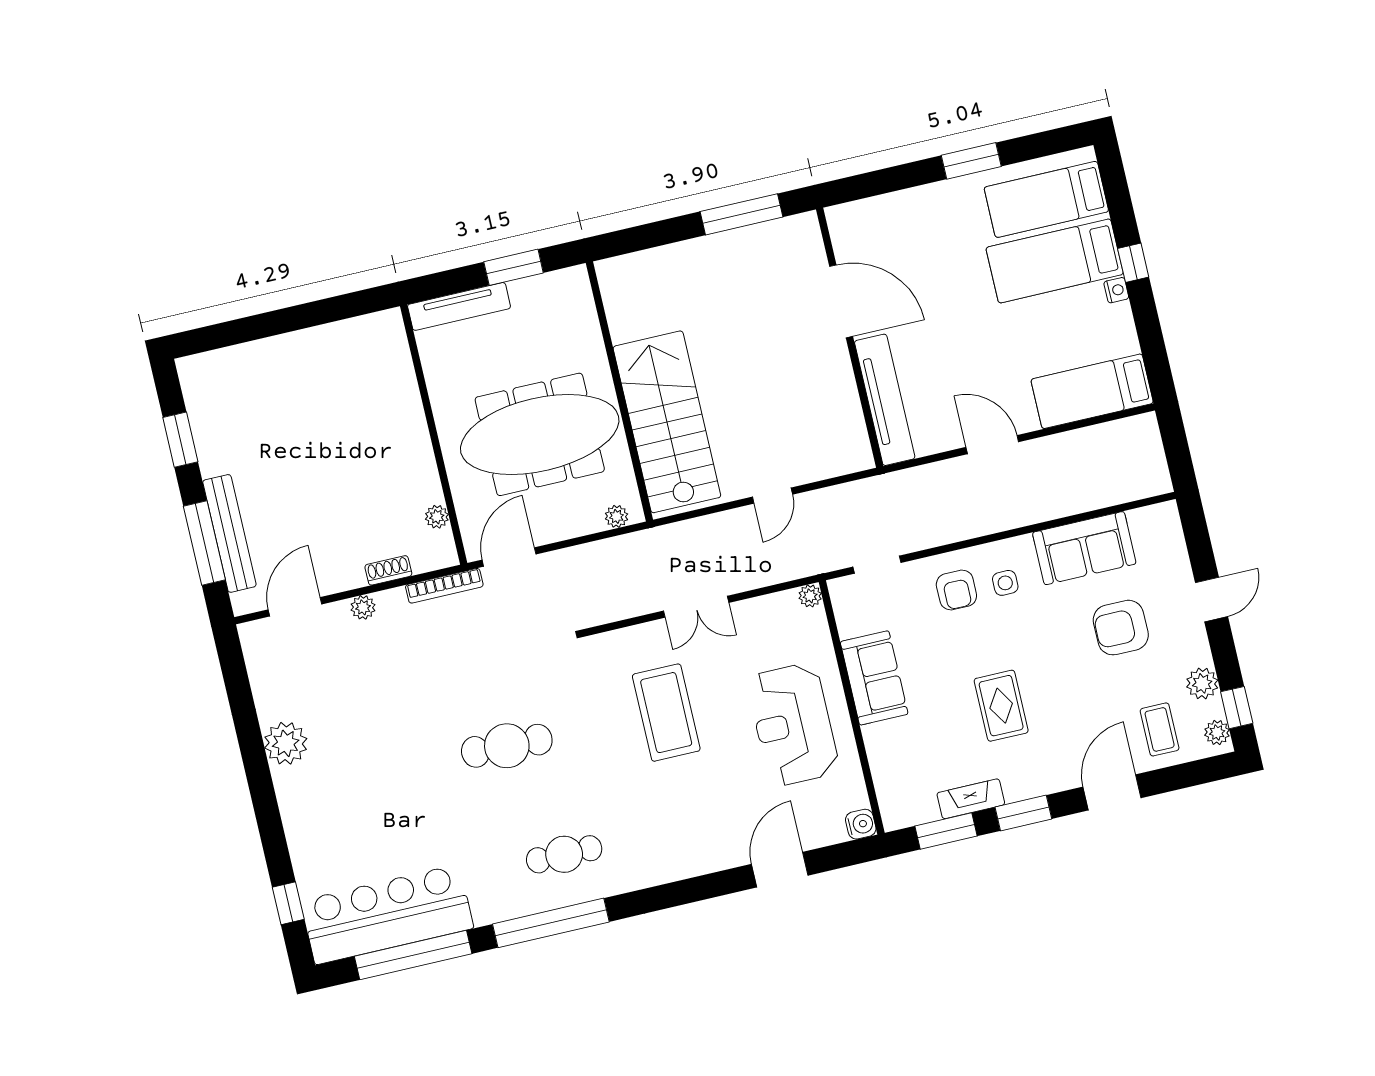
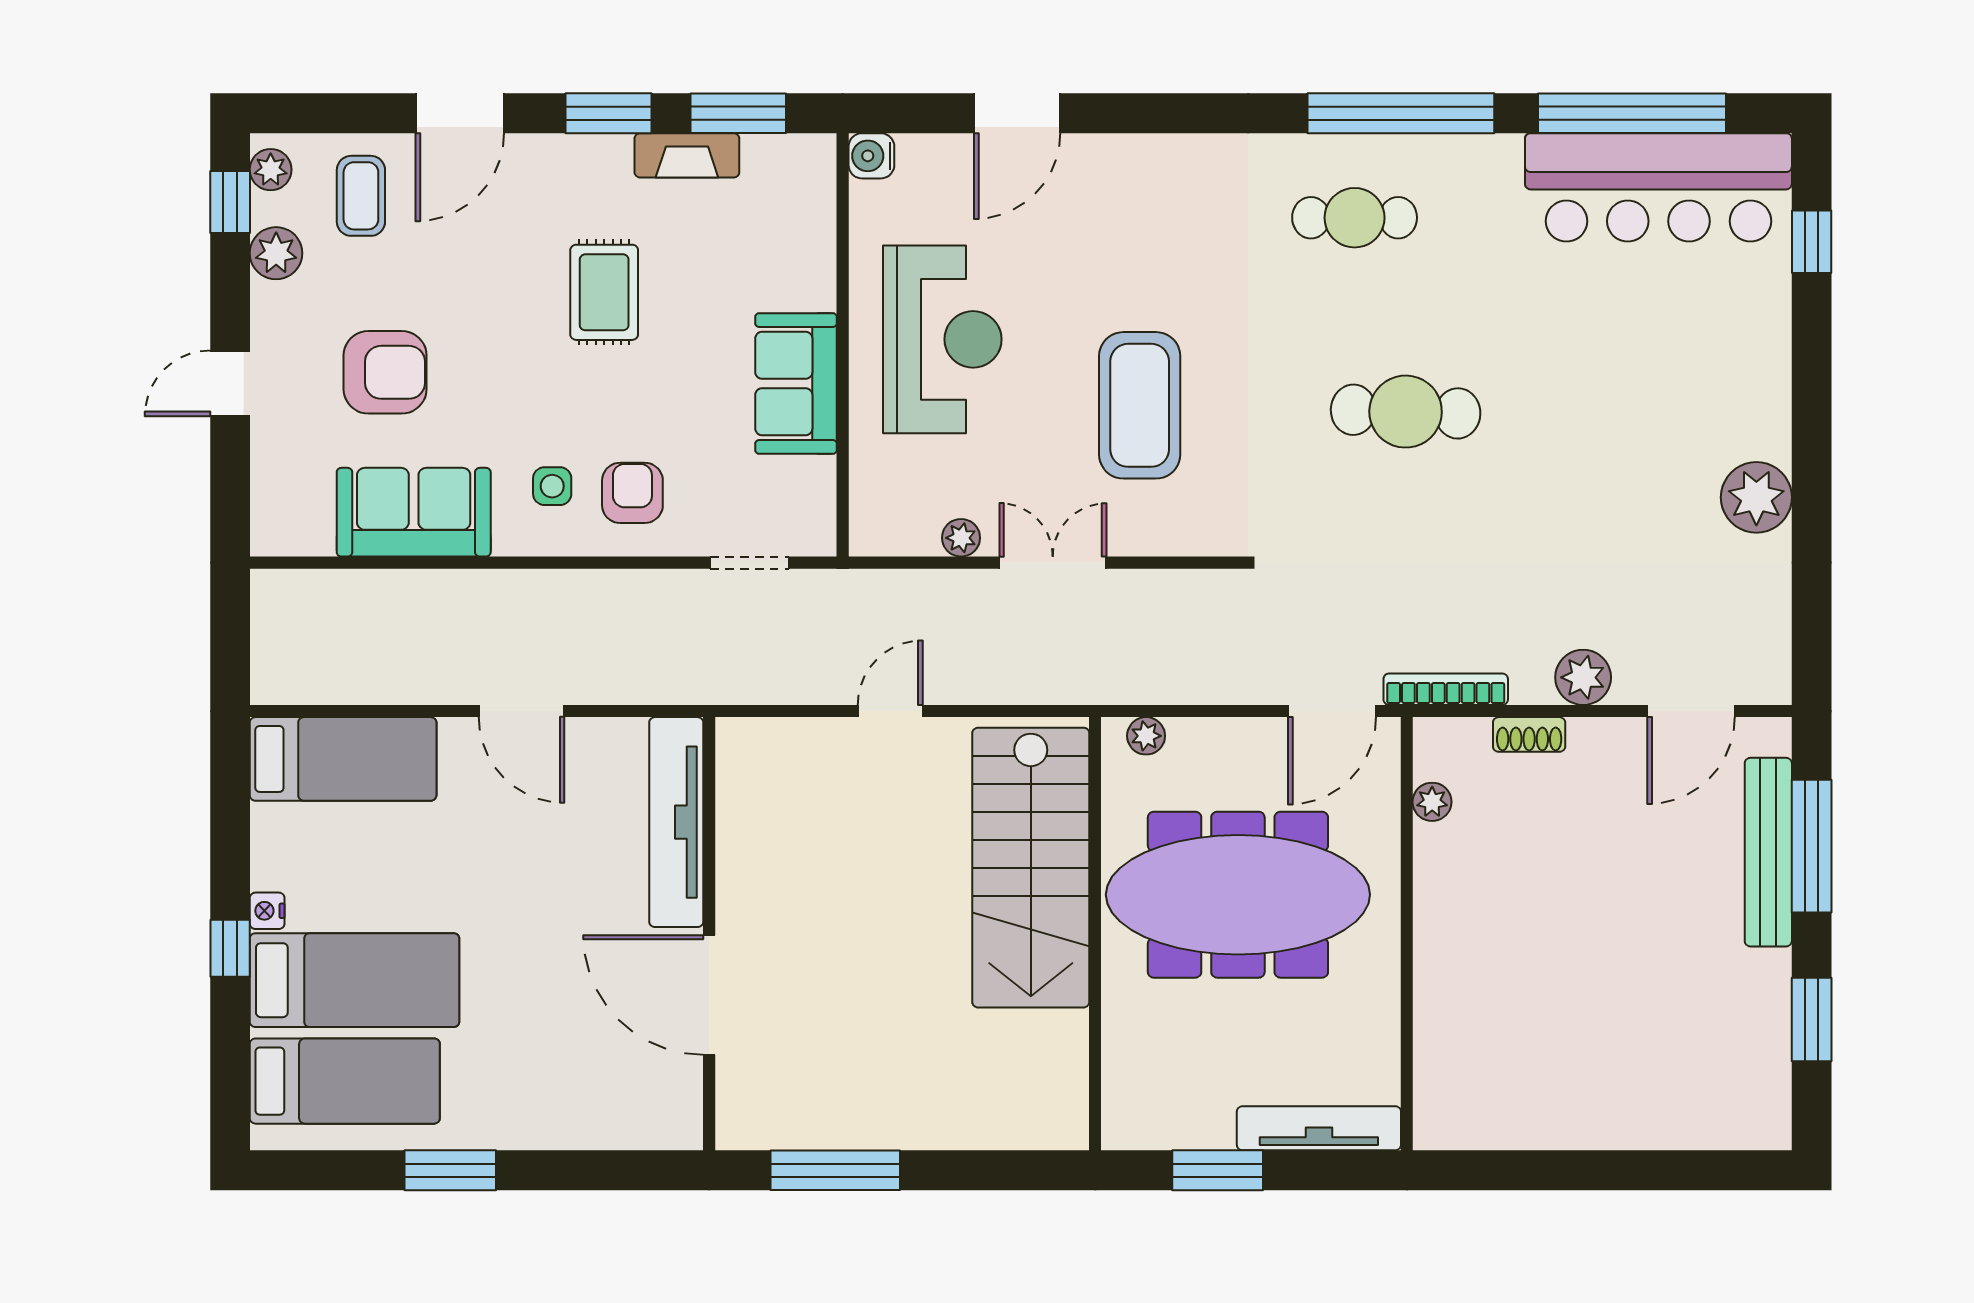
plant: (810, 596) -> (961, 538), moved
plant: (363, 607) -> (1583, 677), width x1.38, depth x1.38

